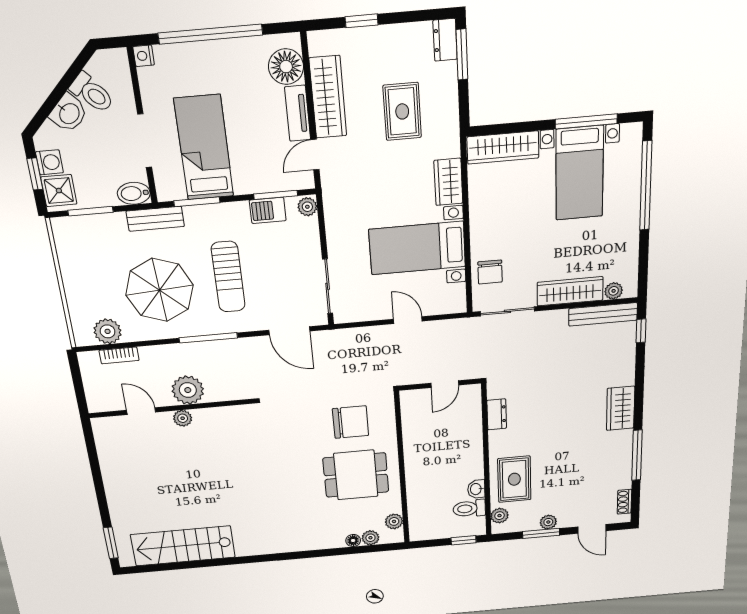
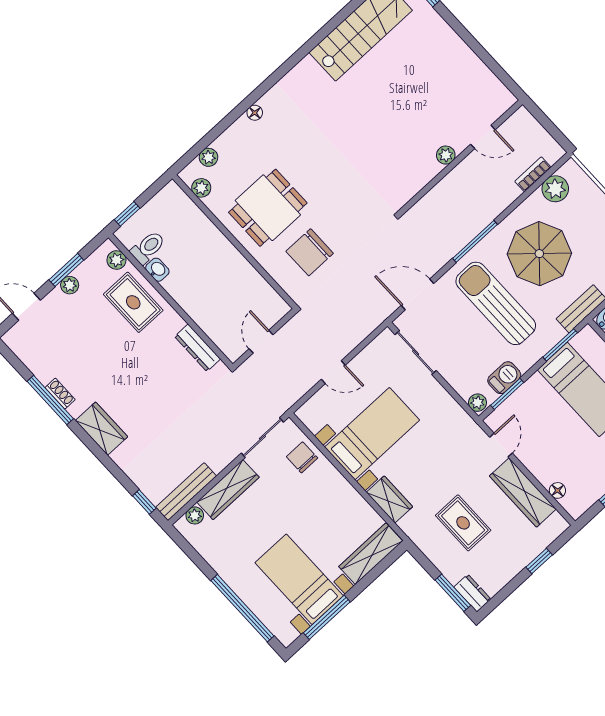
floor lamp: (286, 67) -> (557, 490), width x0.53, depth x0.53
tv unit: (298, 113) -> (535, 465), removed
sun lounger: (228, 277) -> (496, 303), width x1.36, depth x1.34
plant: (188, 390) -> (459, 184), removed
dresser: (497, 414) -> (197, 348), width x1.44
shoe rack: (624, 502) -> (60, 394), moved
floor lamp: (353, 540) -> (255, 113), moved

